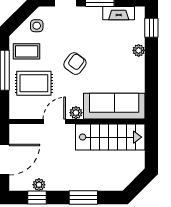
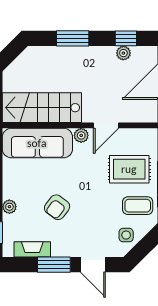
armchair: (75, 64) -> (57, 207), moved

